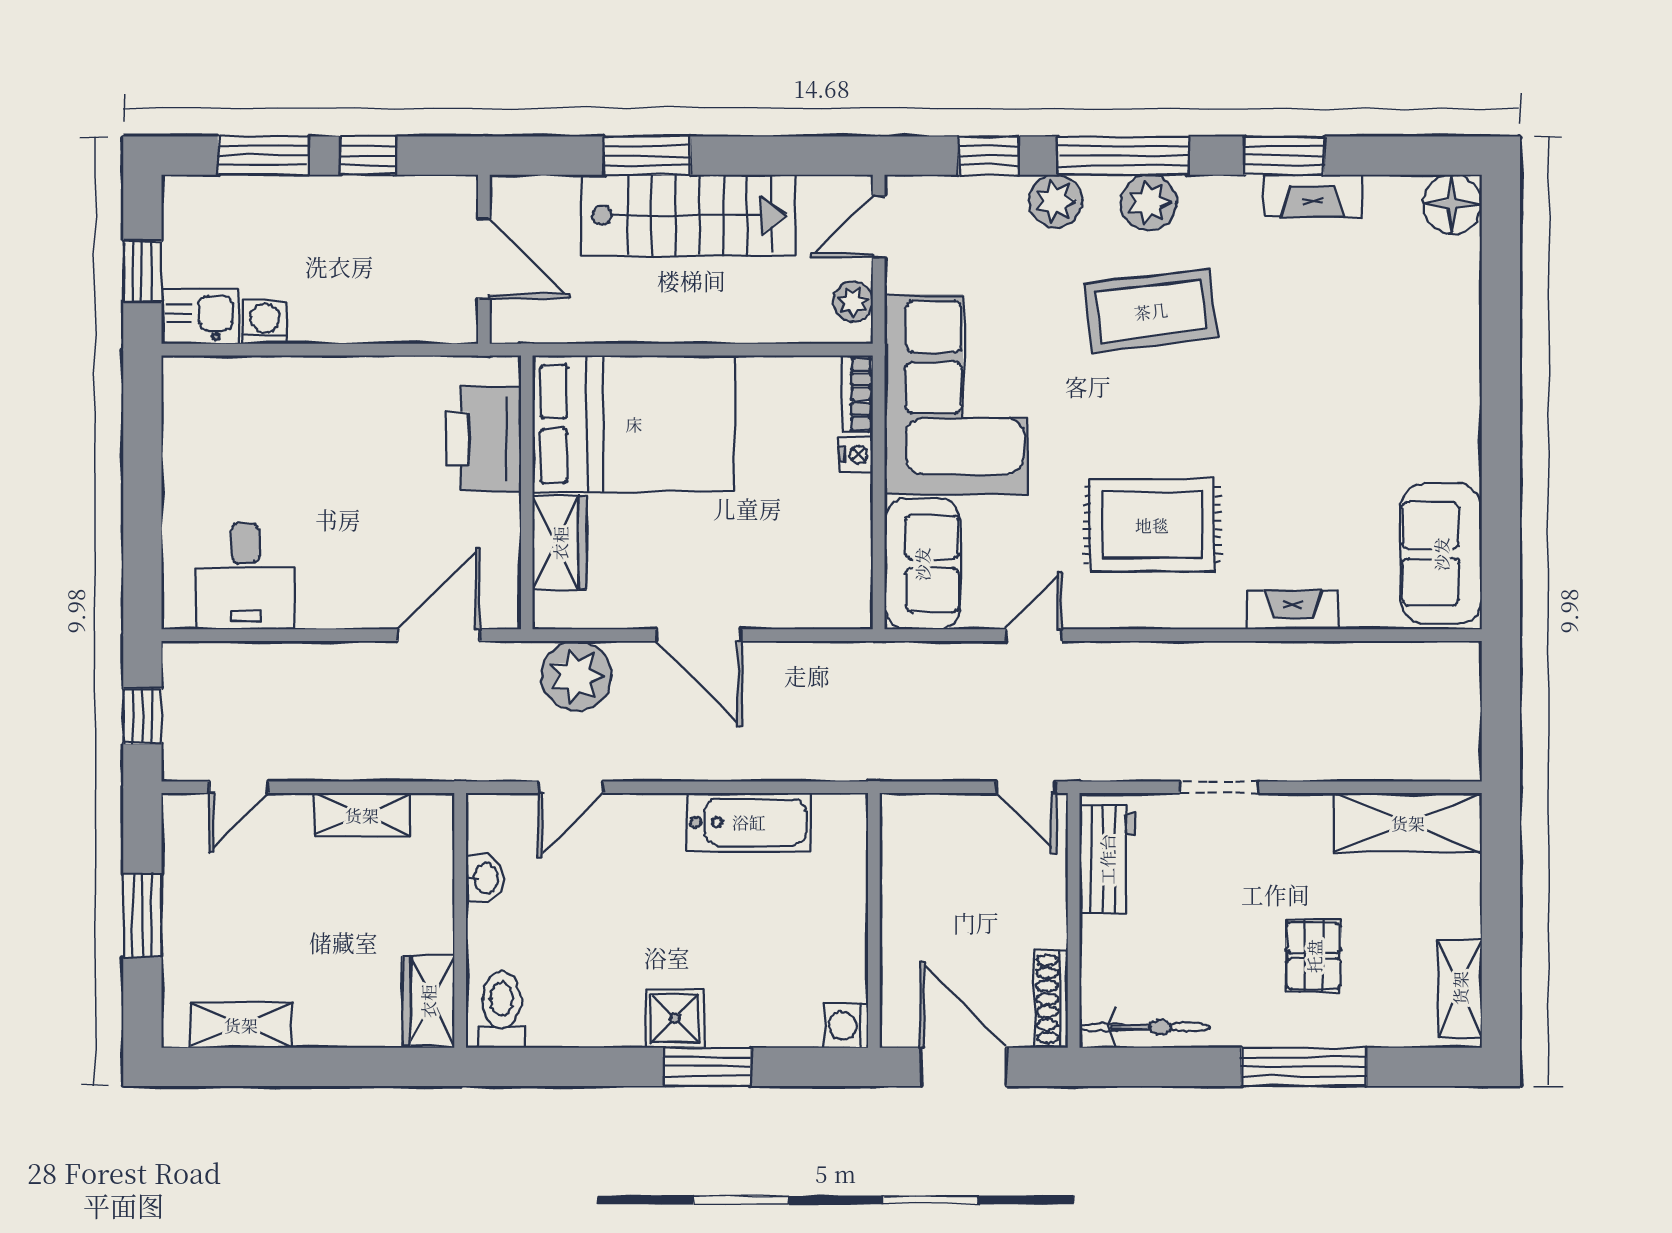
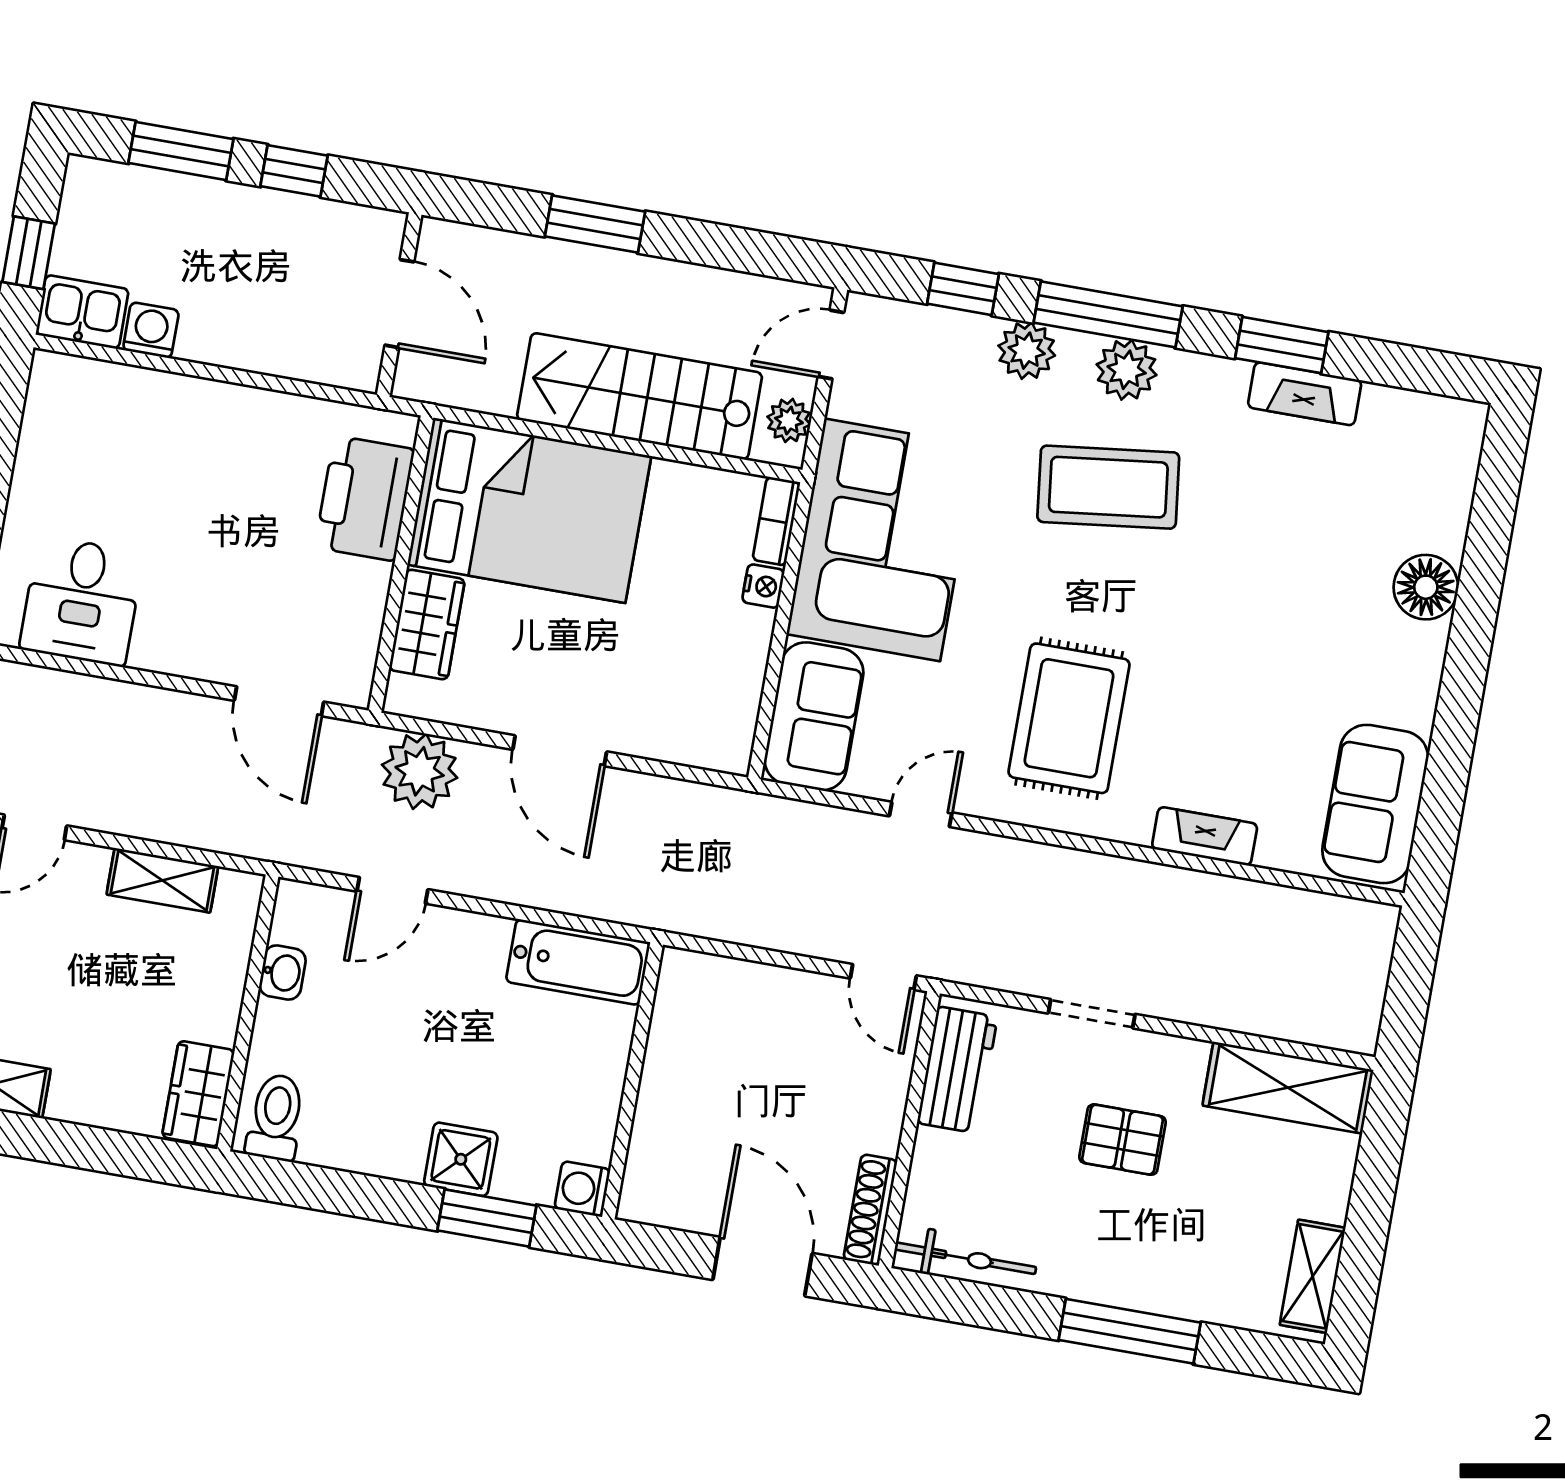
floor lamp: (1452, 204) -> (1426, 587), moved
stairs: (688, 215) -> (640, 396), moved, turned 180
rug: (1152, 525) -> (1069, 718), turned 90
door: (439, 635) -> (279, 701), swing flipped
wall: (874, 920) -> (632, 1081), moved
pallet: (1314, 956) -> (1122, 1140), moved, turned 90
washing machine: (846, 1026) -> (582, 1189), moved

